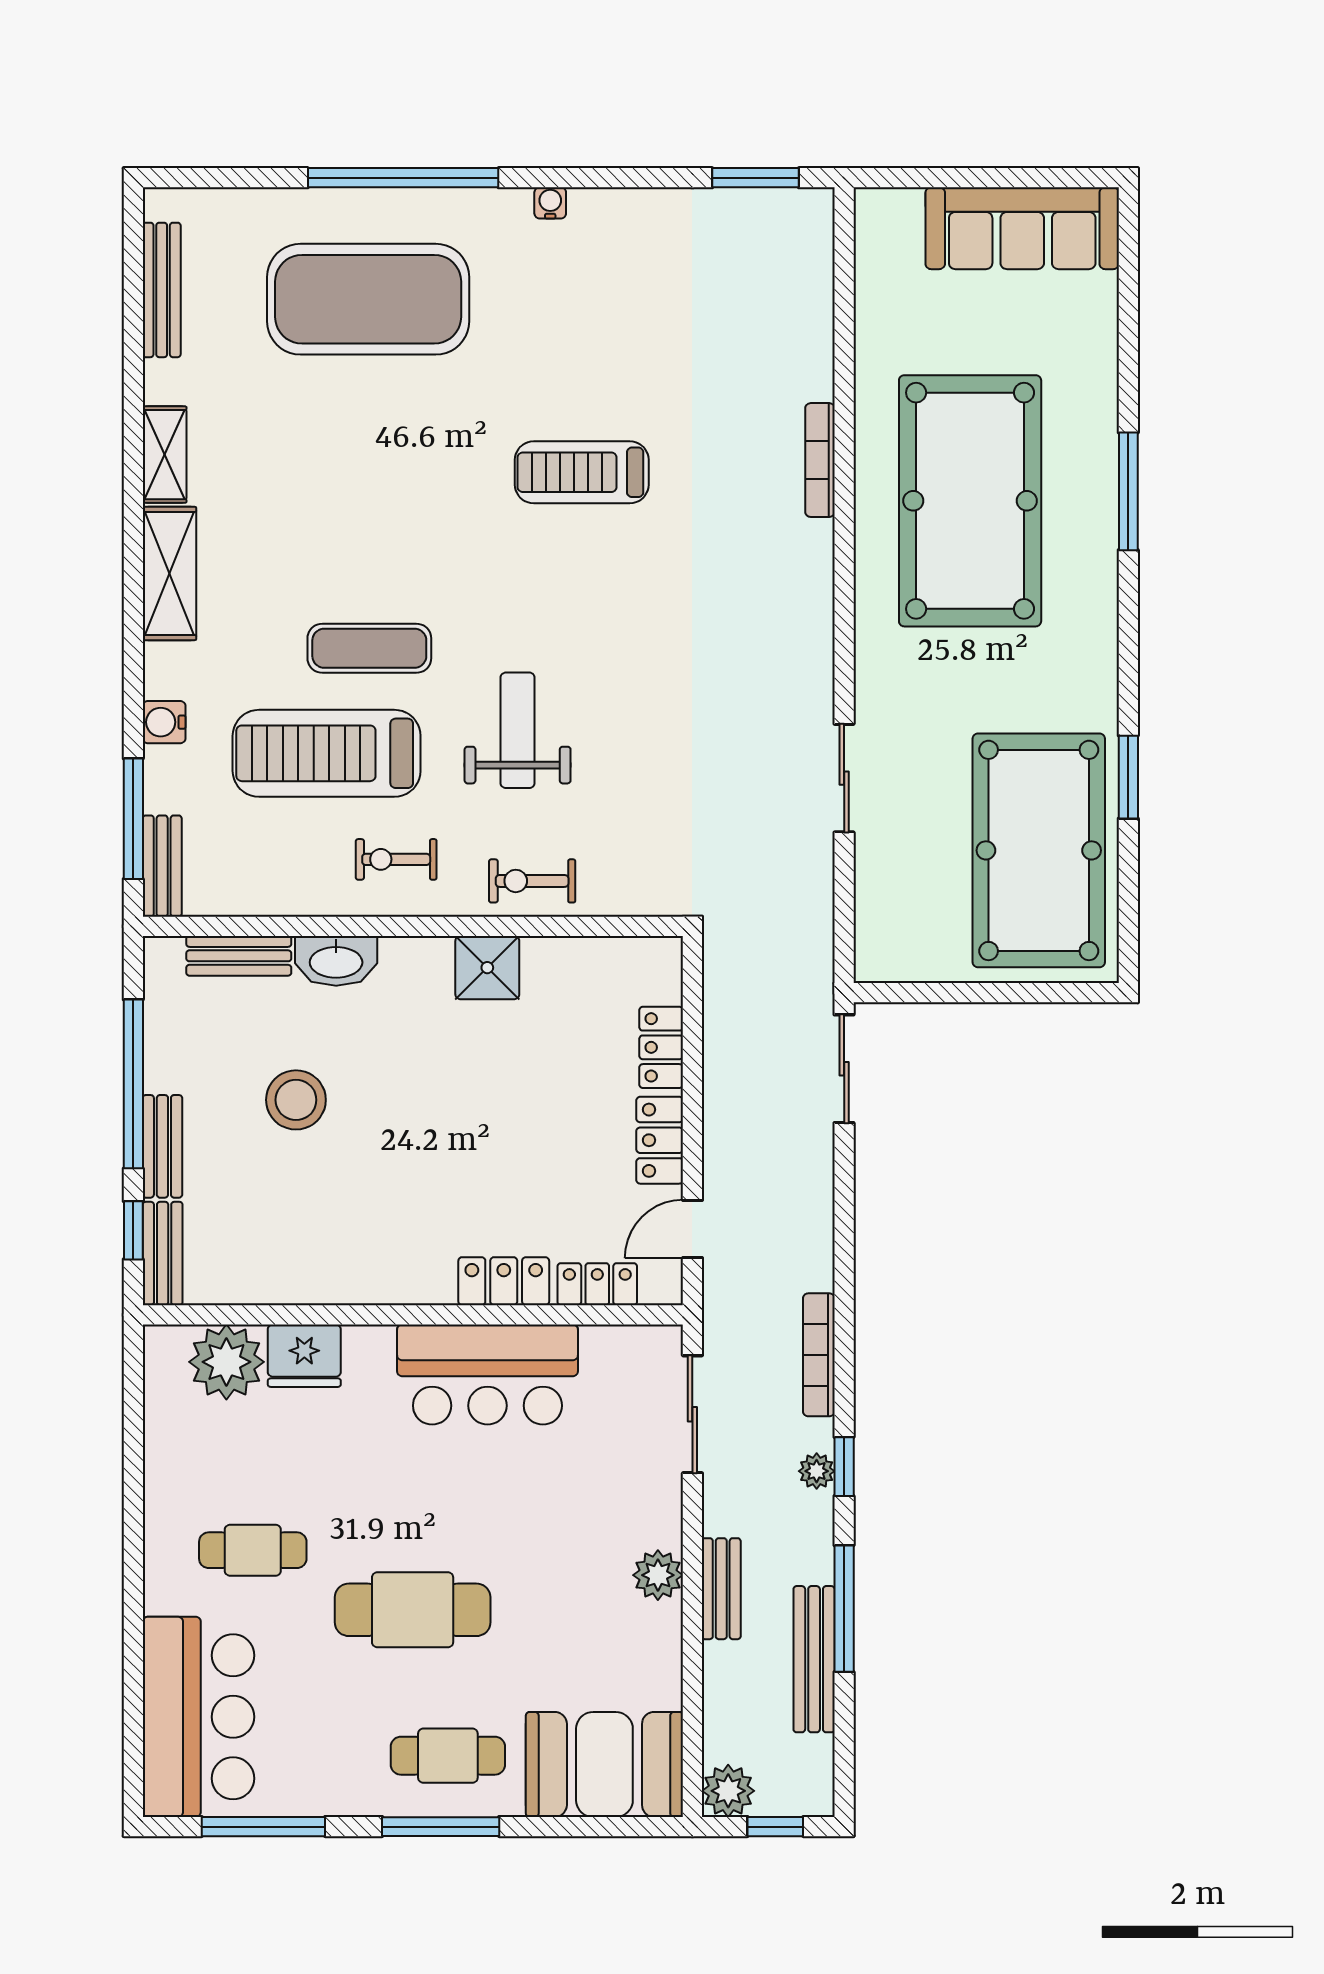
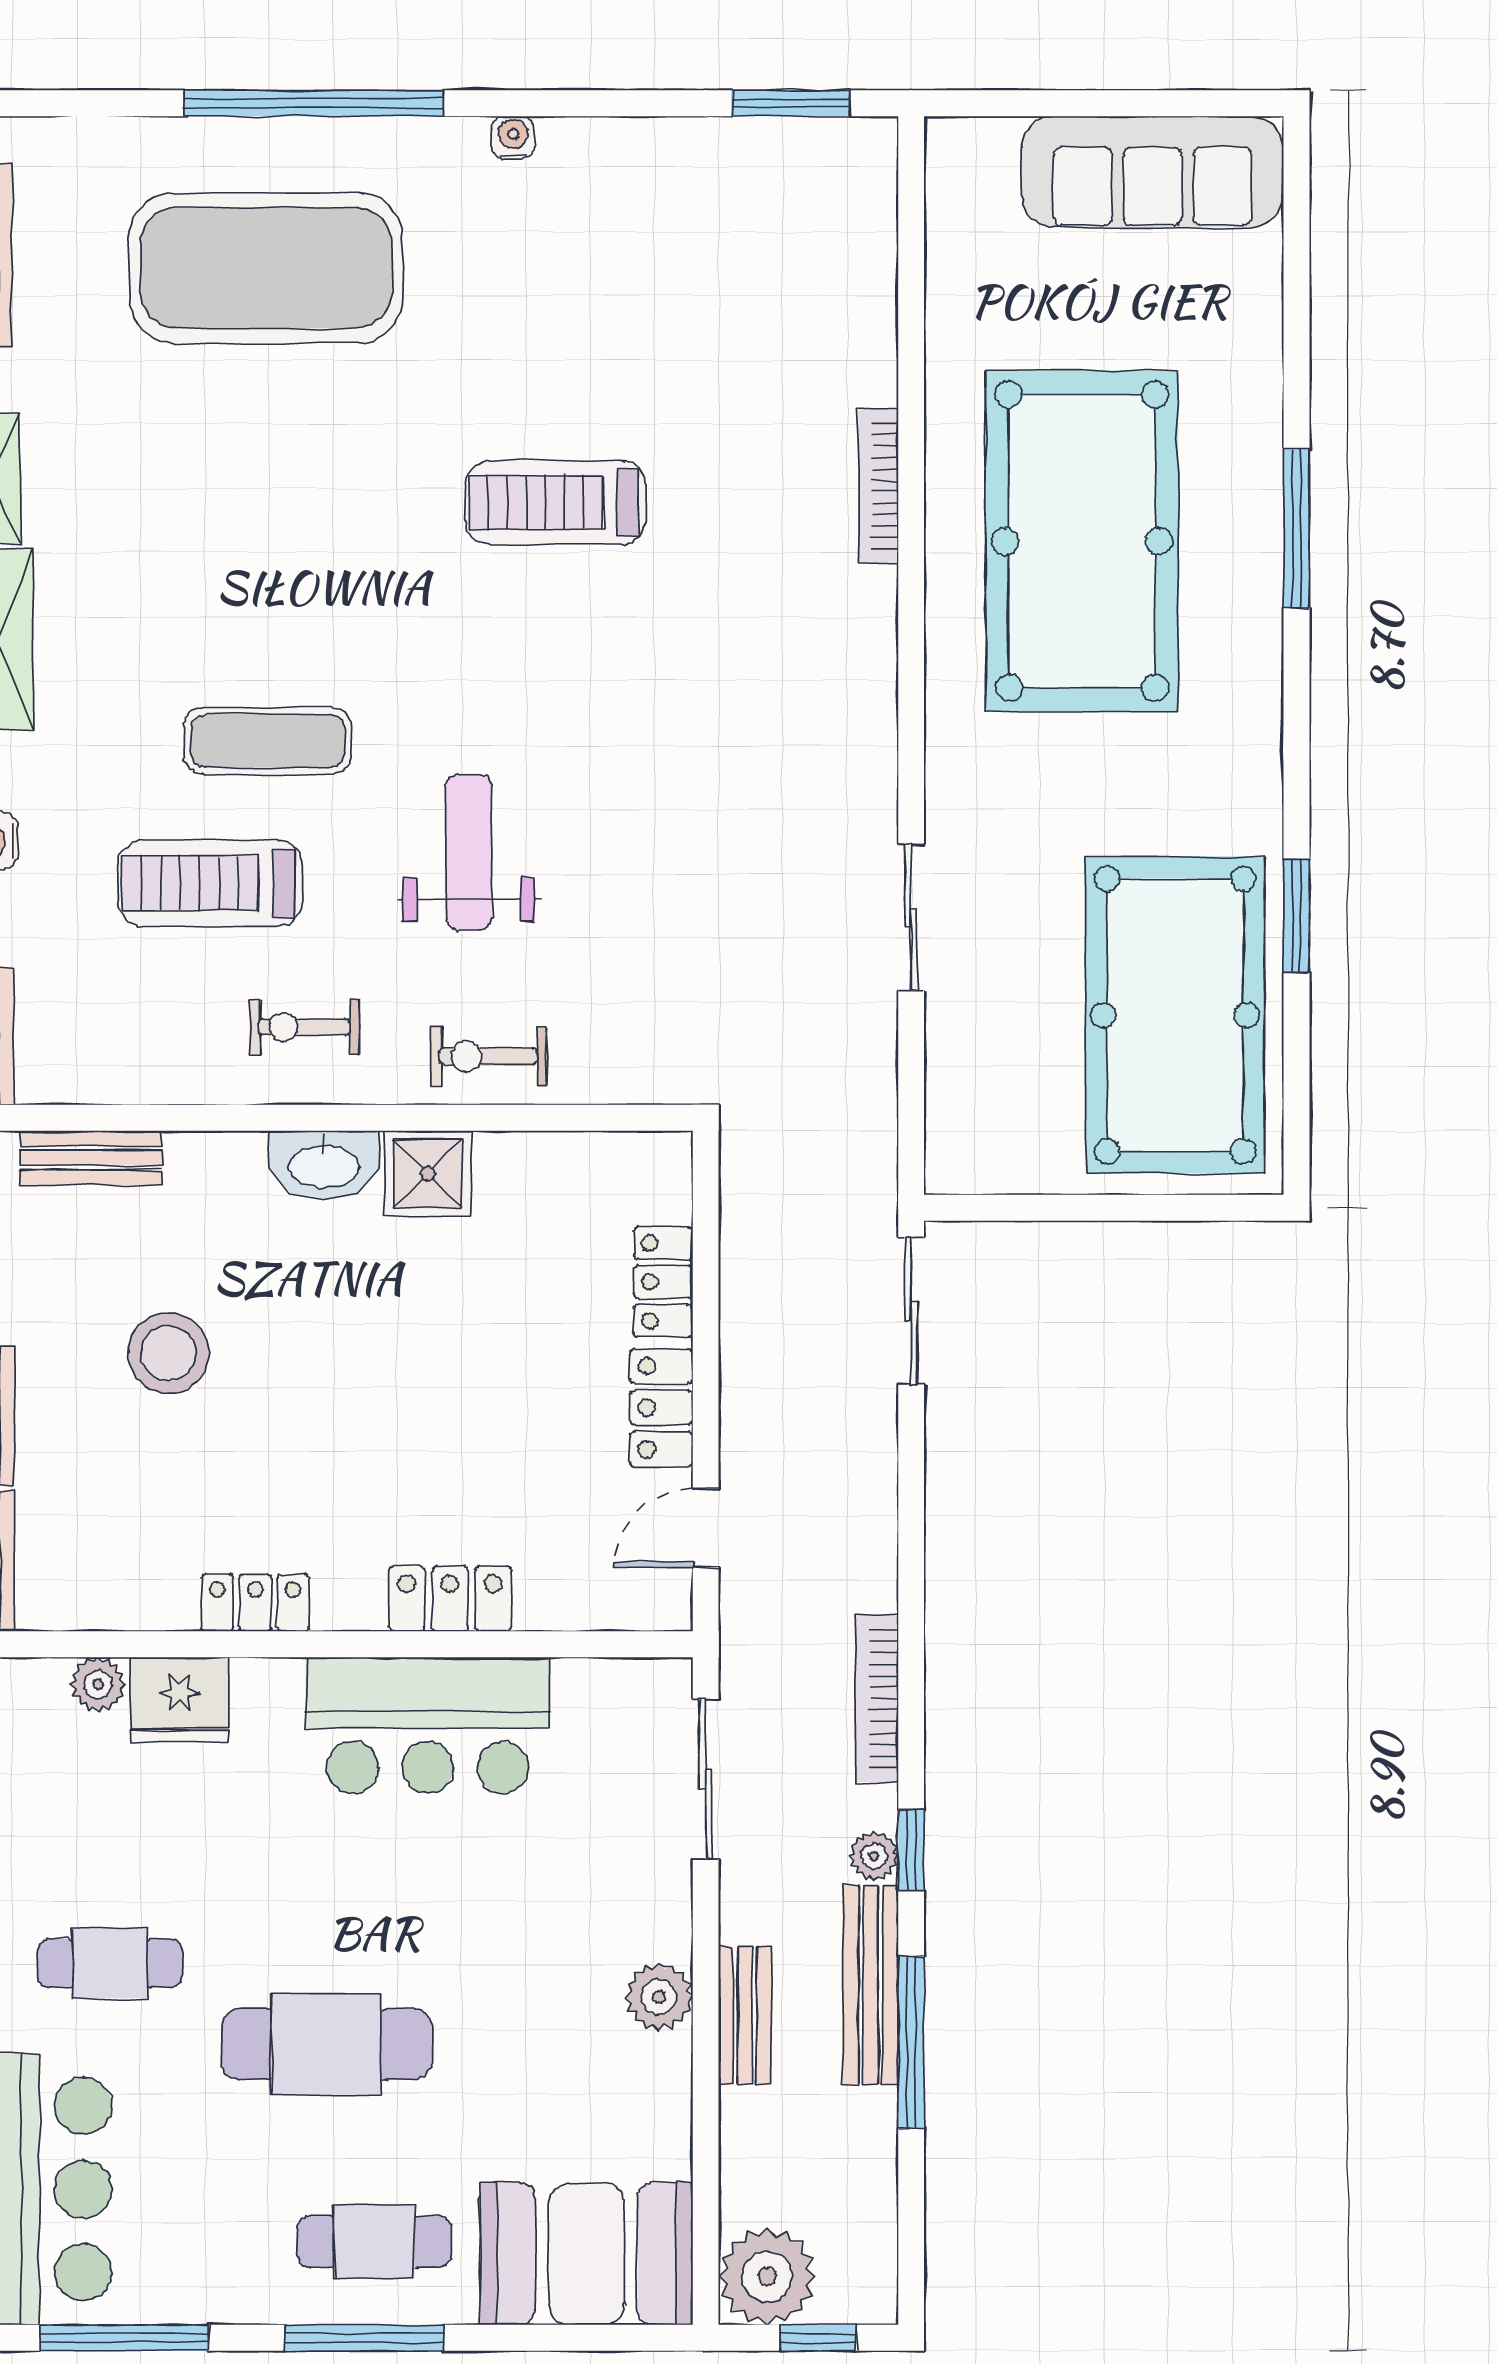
treadmill: (327, 753) -> (210, 883), width x0.73, depth x0.73
washbasin: (336, 961) -> (324, 1165), moved
locker: (597, 1284) -> (255, 1603), moved
plant: (226, 1362) -> (98, 1684), width x0.53, depth x0.53
bench: (814, 1659) -> (870, 1985), moved
plant: (728, 1791) -> (767, 2276), width x1.36, depth x1.36

